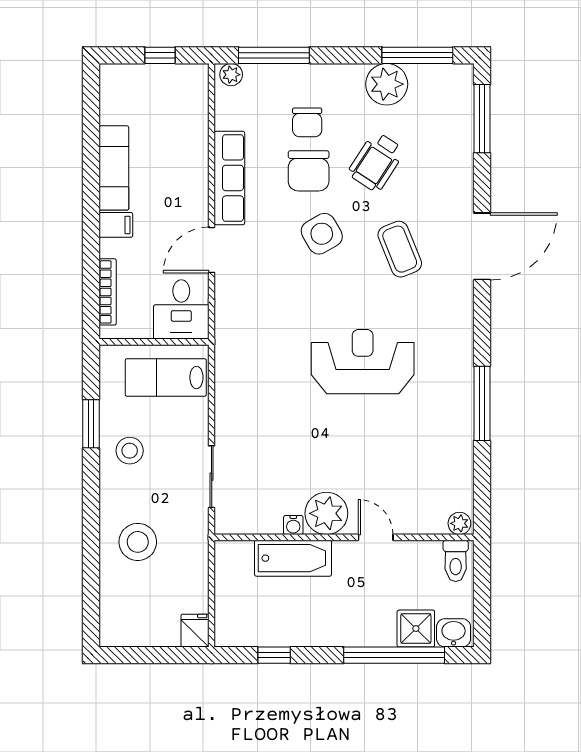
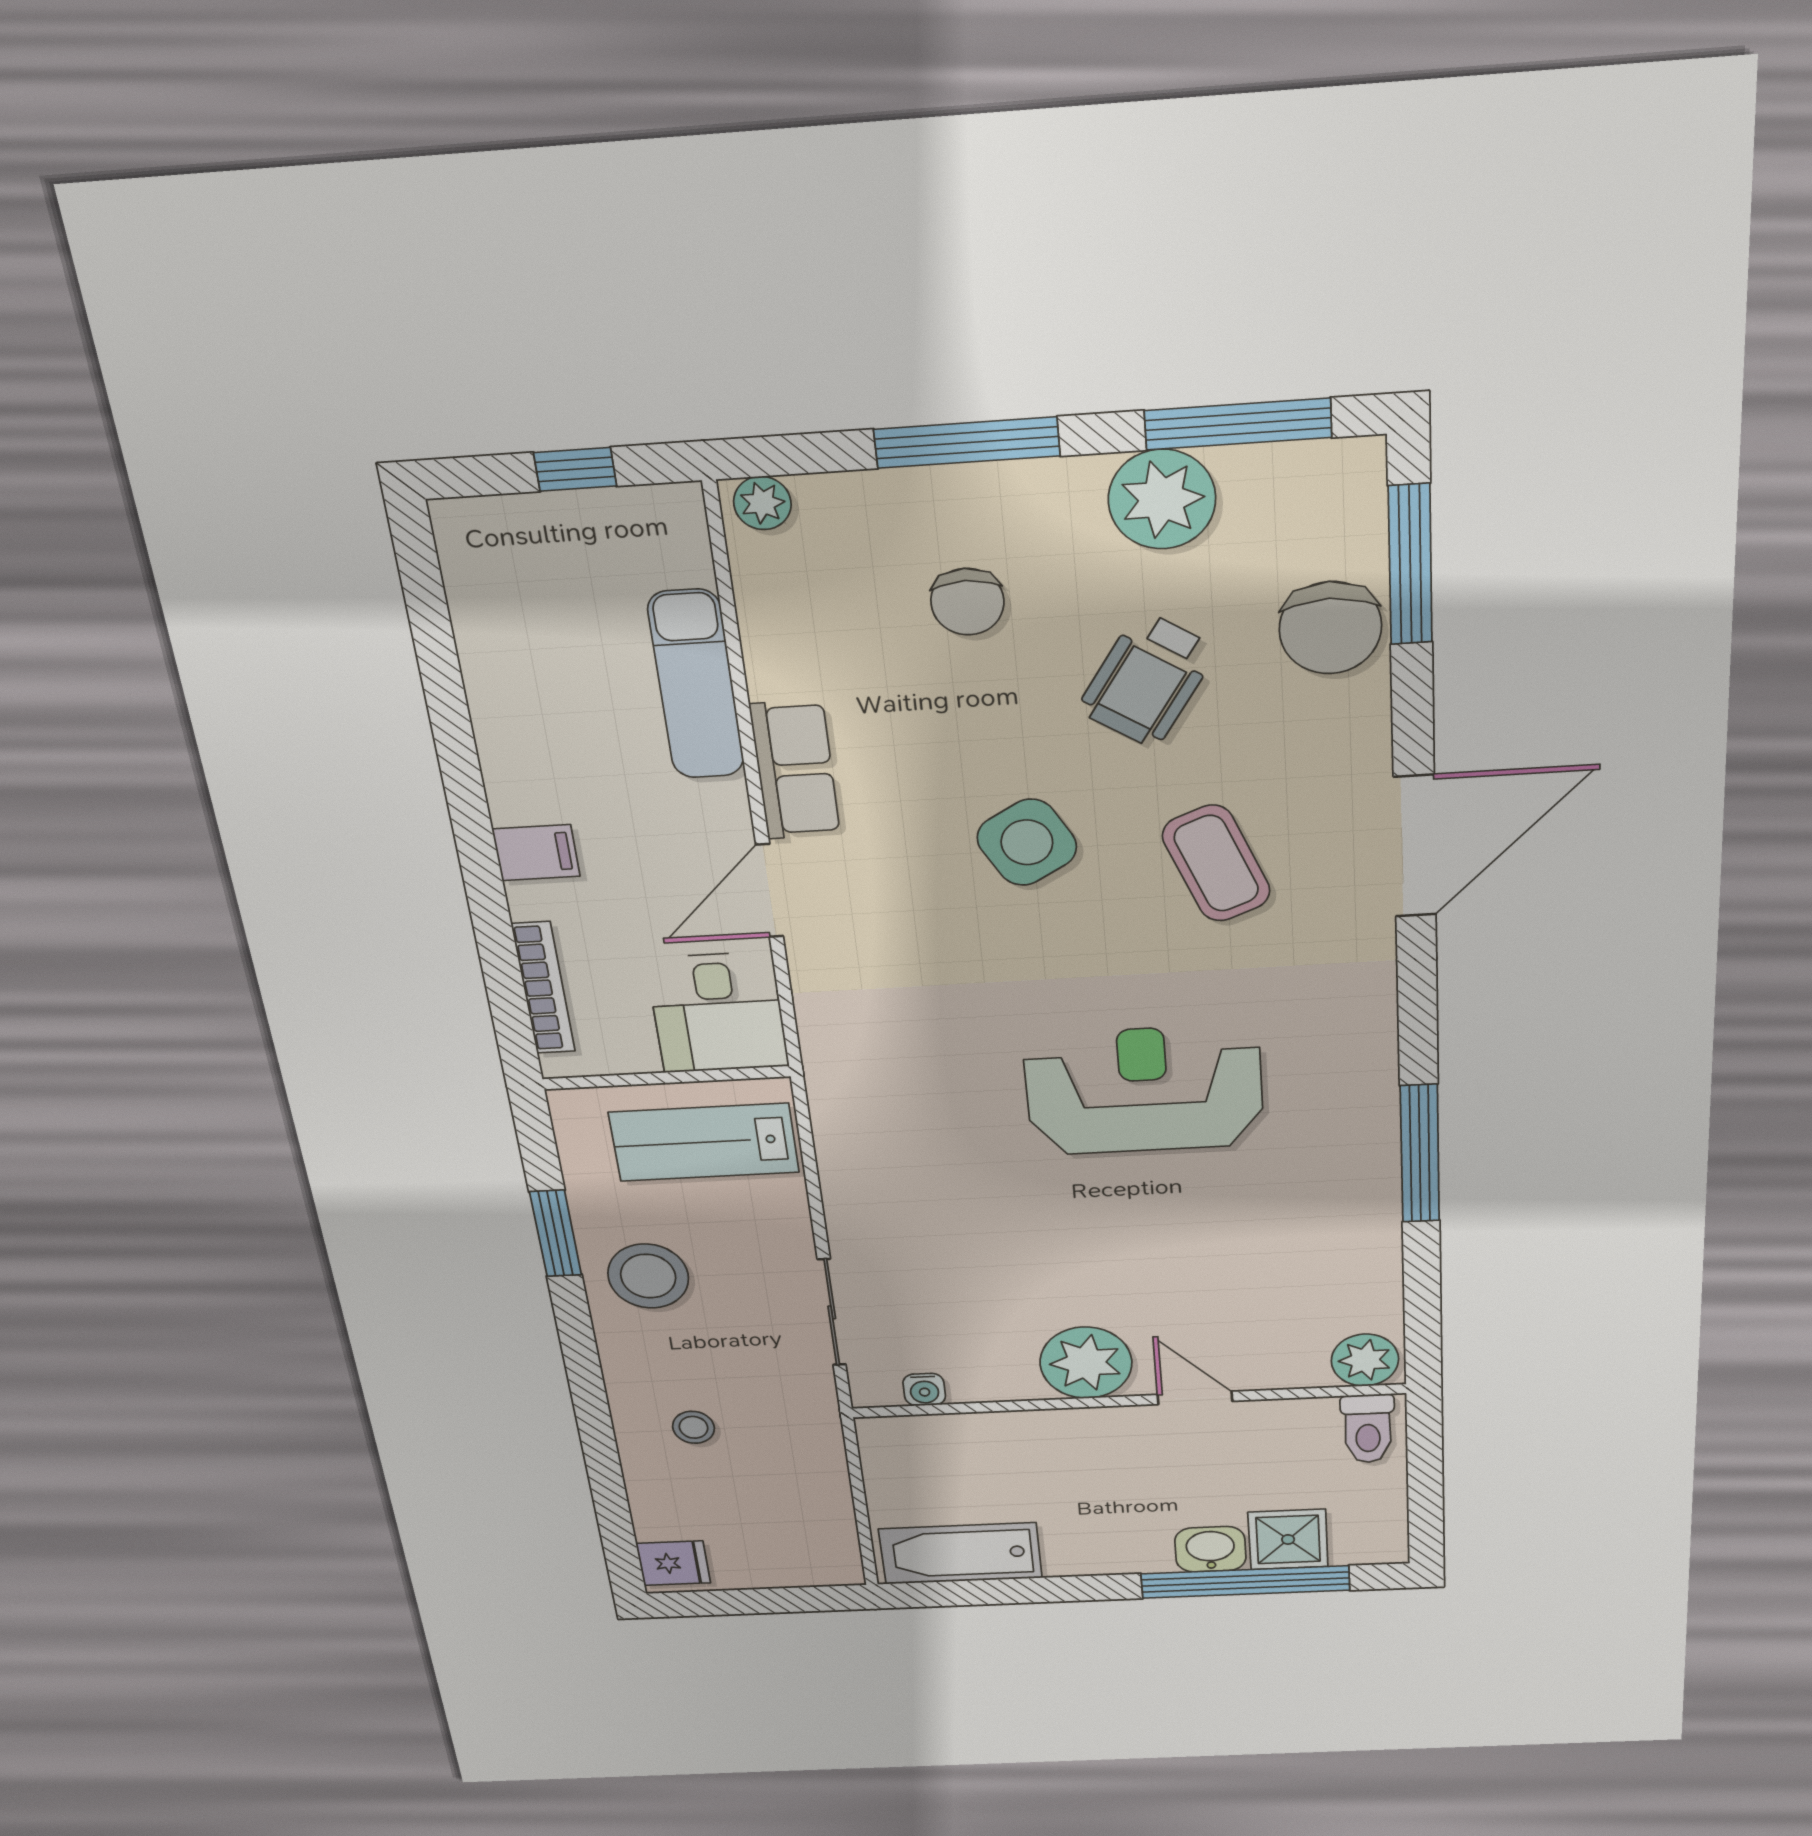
window: (274, 55) -> (967, 443), moved
exam couch: (114, 168) -> (696, 685), moved, turned 180
chair: (309, 171) -> (1330, 628), moved
row of seats: (229, 178) -> (795, 770), width x0.68
stool: (130, 451) -> (648, 1276), width x1.38, depth x1.38
plant: (459, 523) -> (1365, 1360), width x1.38, depth x1.38
water cooler: (293, 525) -> (924, 1390), moved
stool: (138, 542) -> (694, 1427), width x0.53, depth x0.53
bathtub: (293, 558) -> (960, 1554), moved, turned 180
fridge: (195, 631) -> (673, 1563), moved, turned 90
washbasin: (454, 633) -> (1210, 1549), moved
window: (274, 655) -> (1000, 1592), removed

